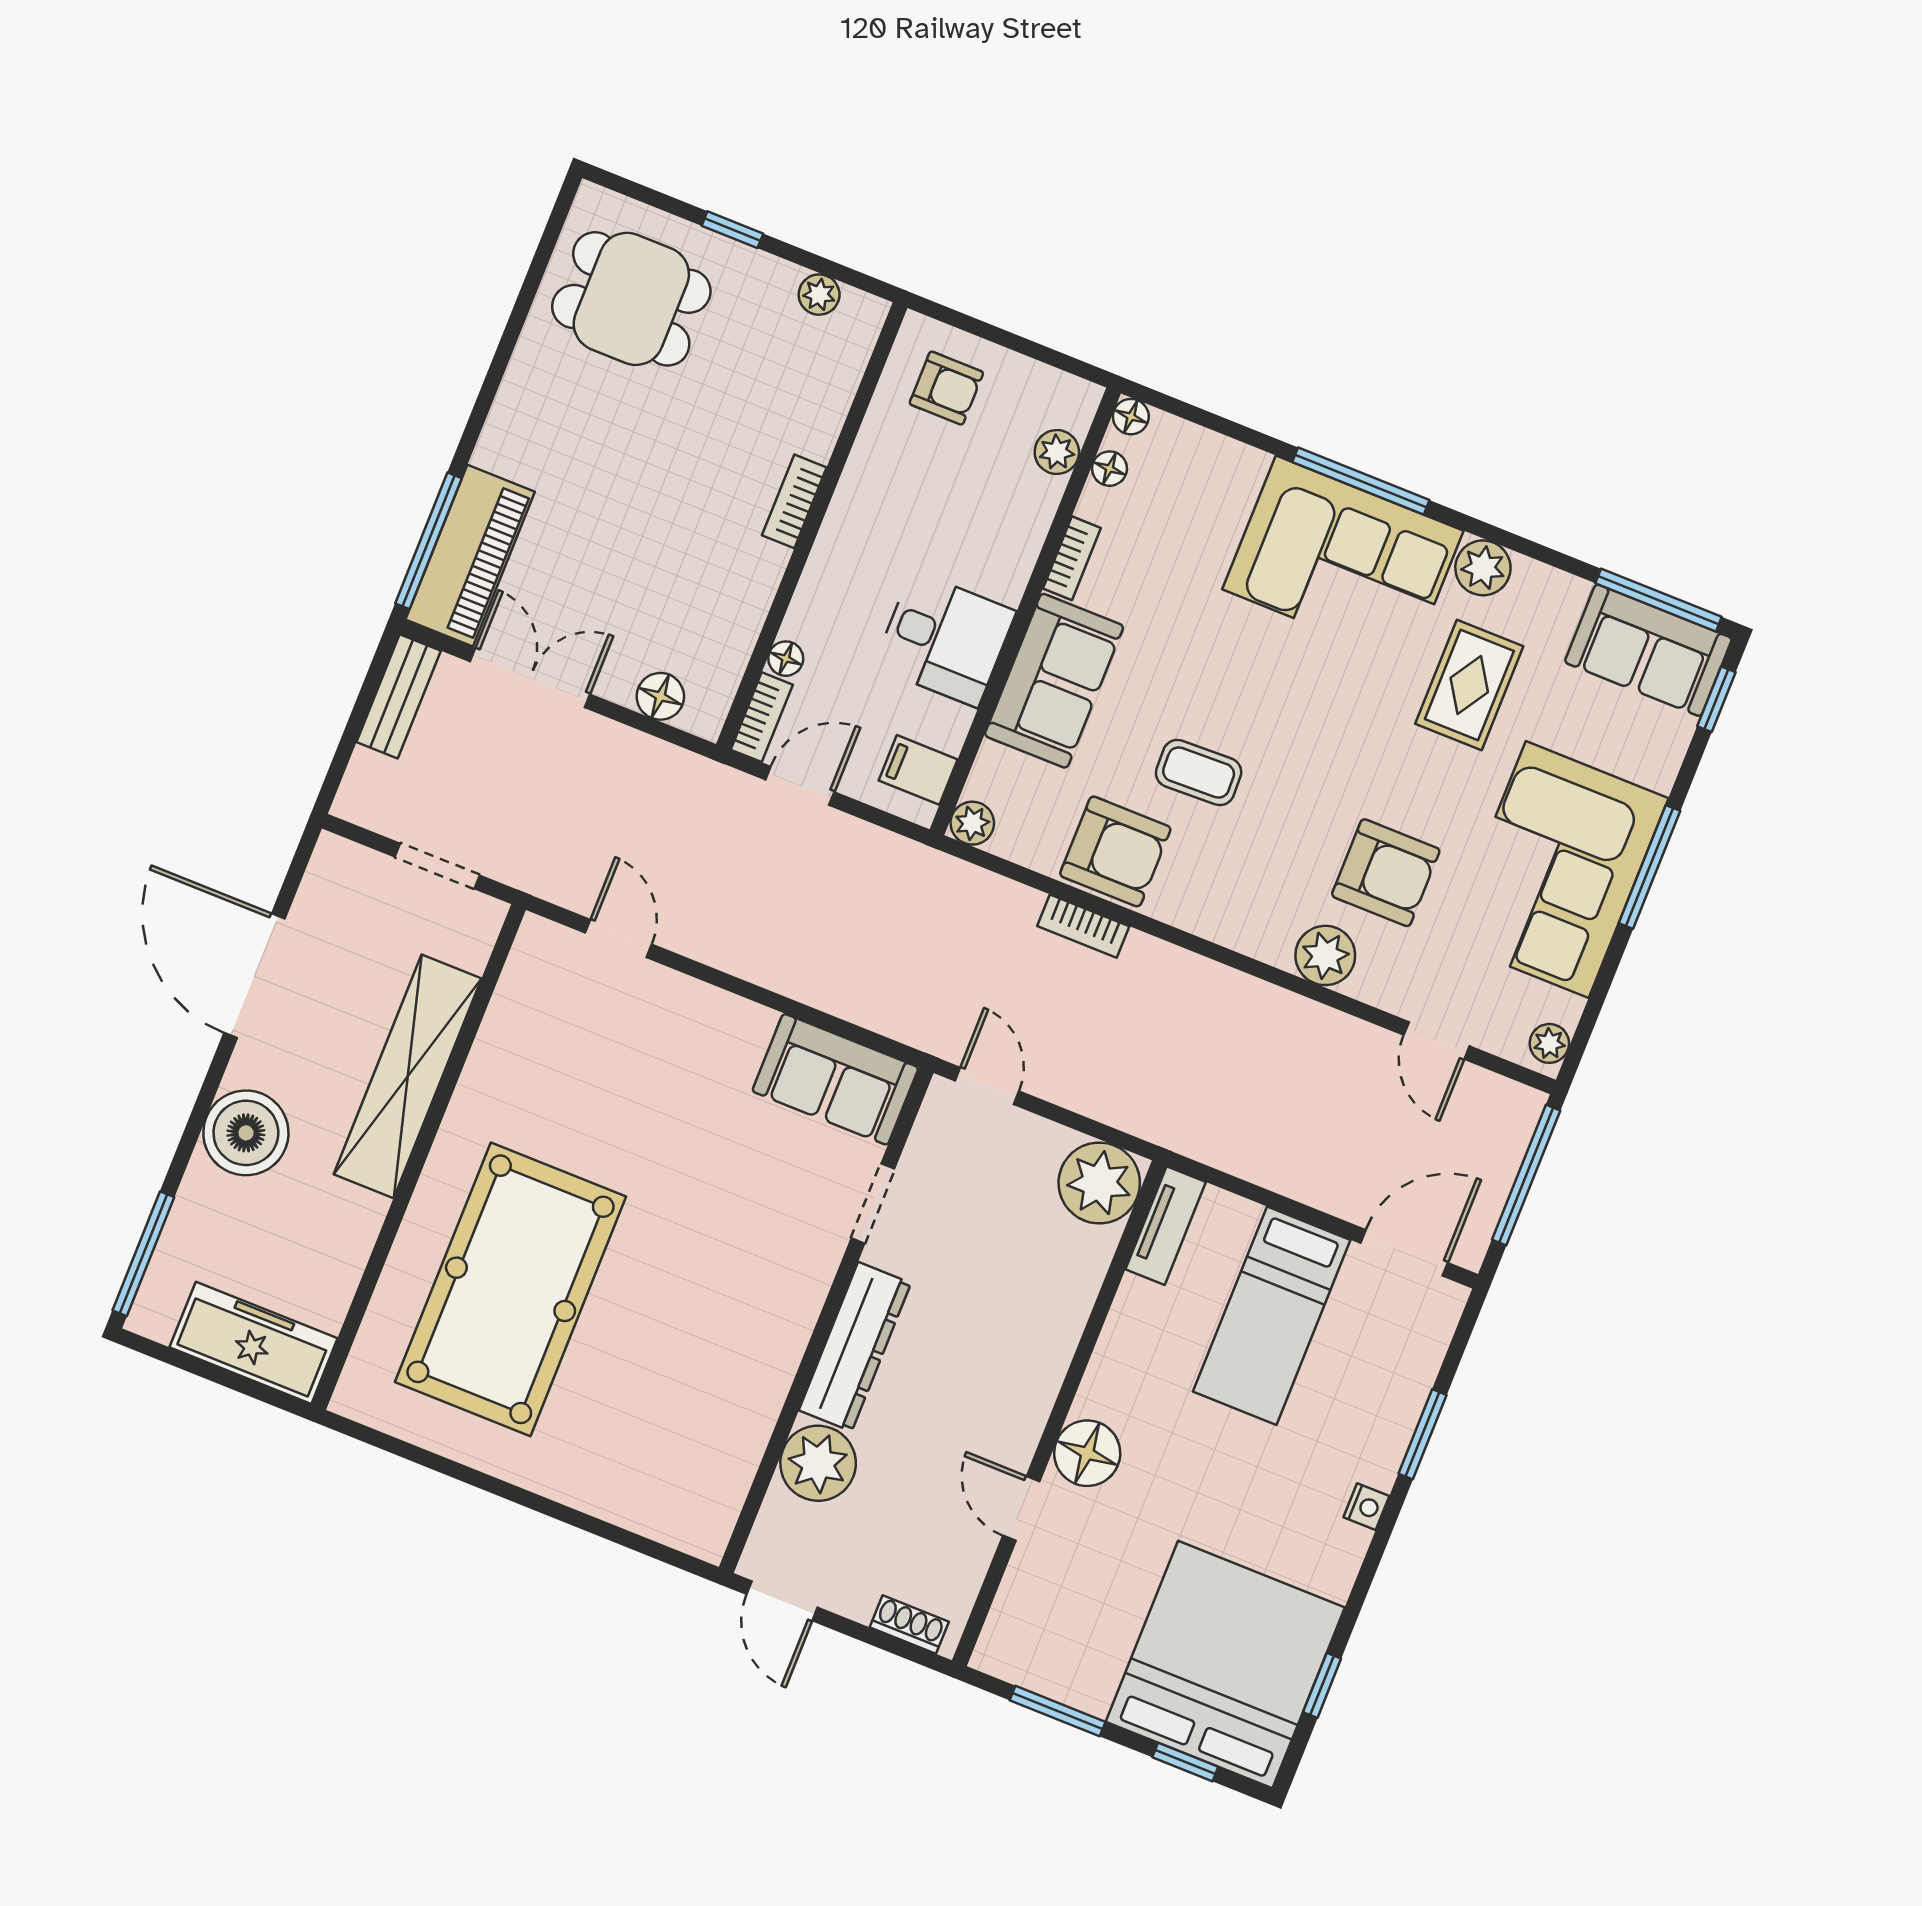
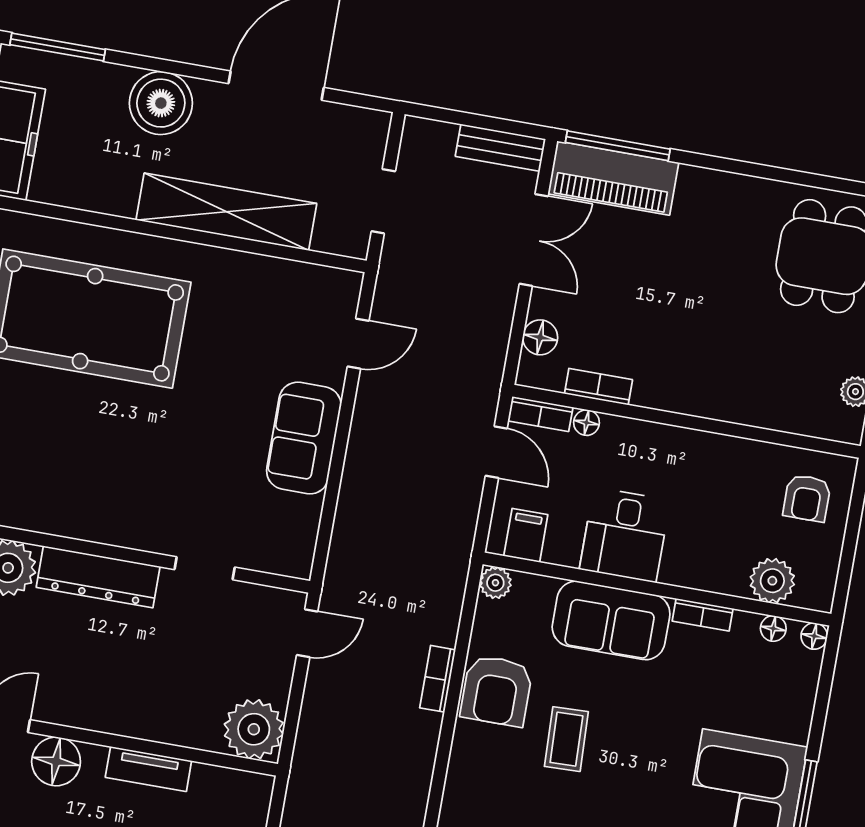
plant: (1057, 452) -> (772, 581), width x1.38, depth x1.38
bookcase: (794, 501) -> (598, 387), moved
sofa: (835, 1079) -> (304, 438), moved
tv unit: (1166, 1226) -> (148, 769), moved

